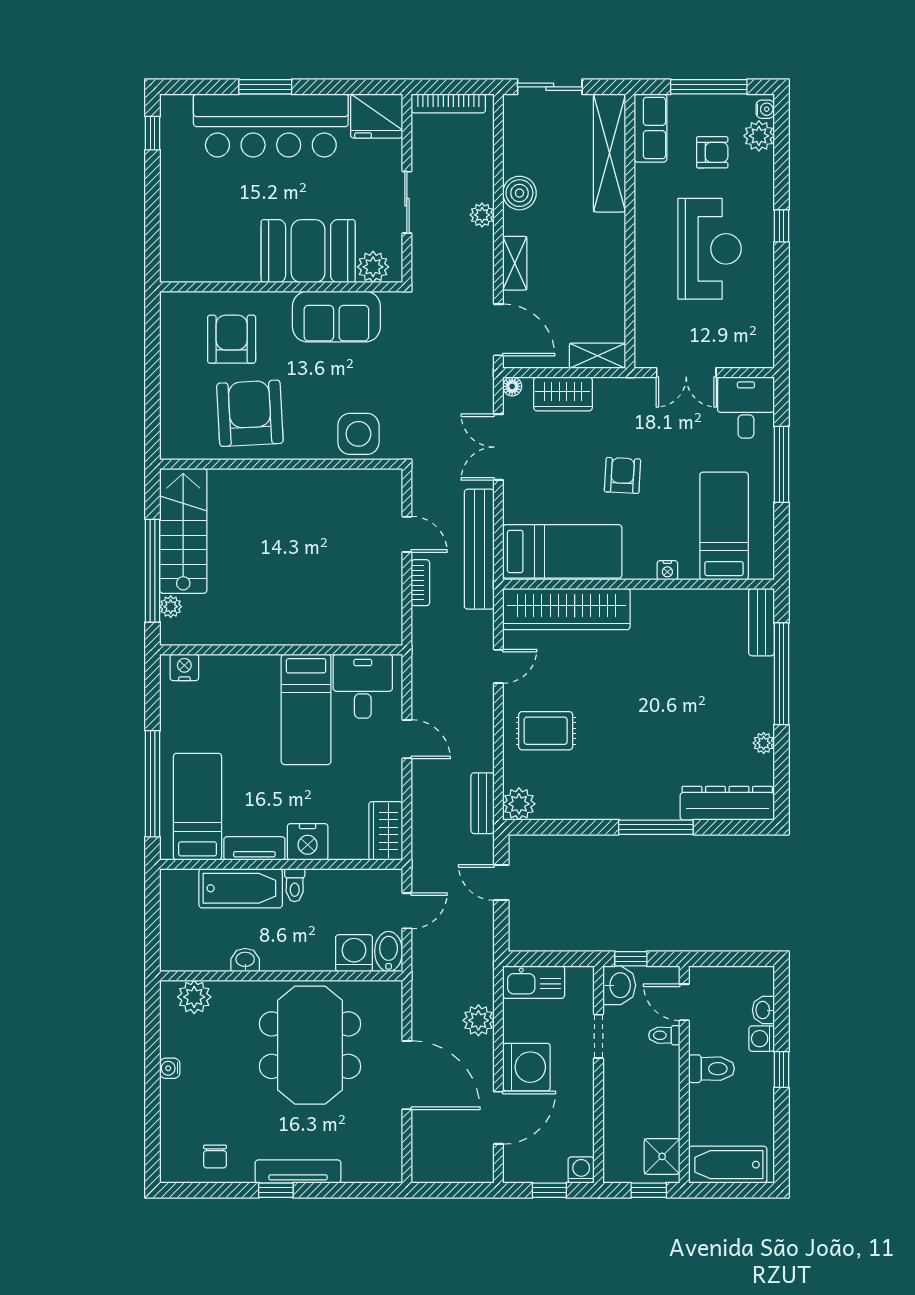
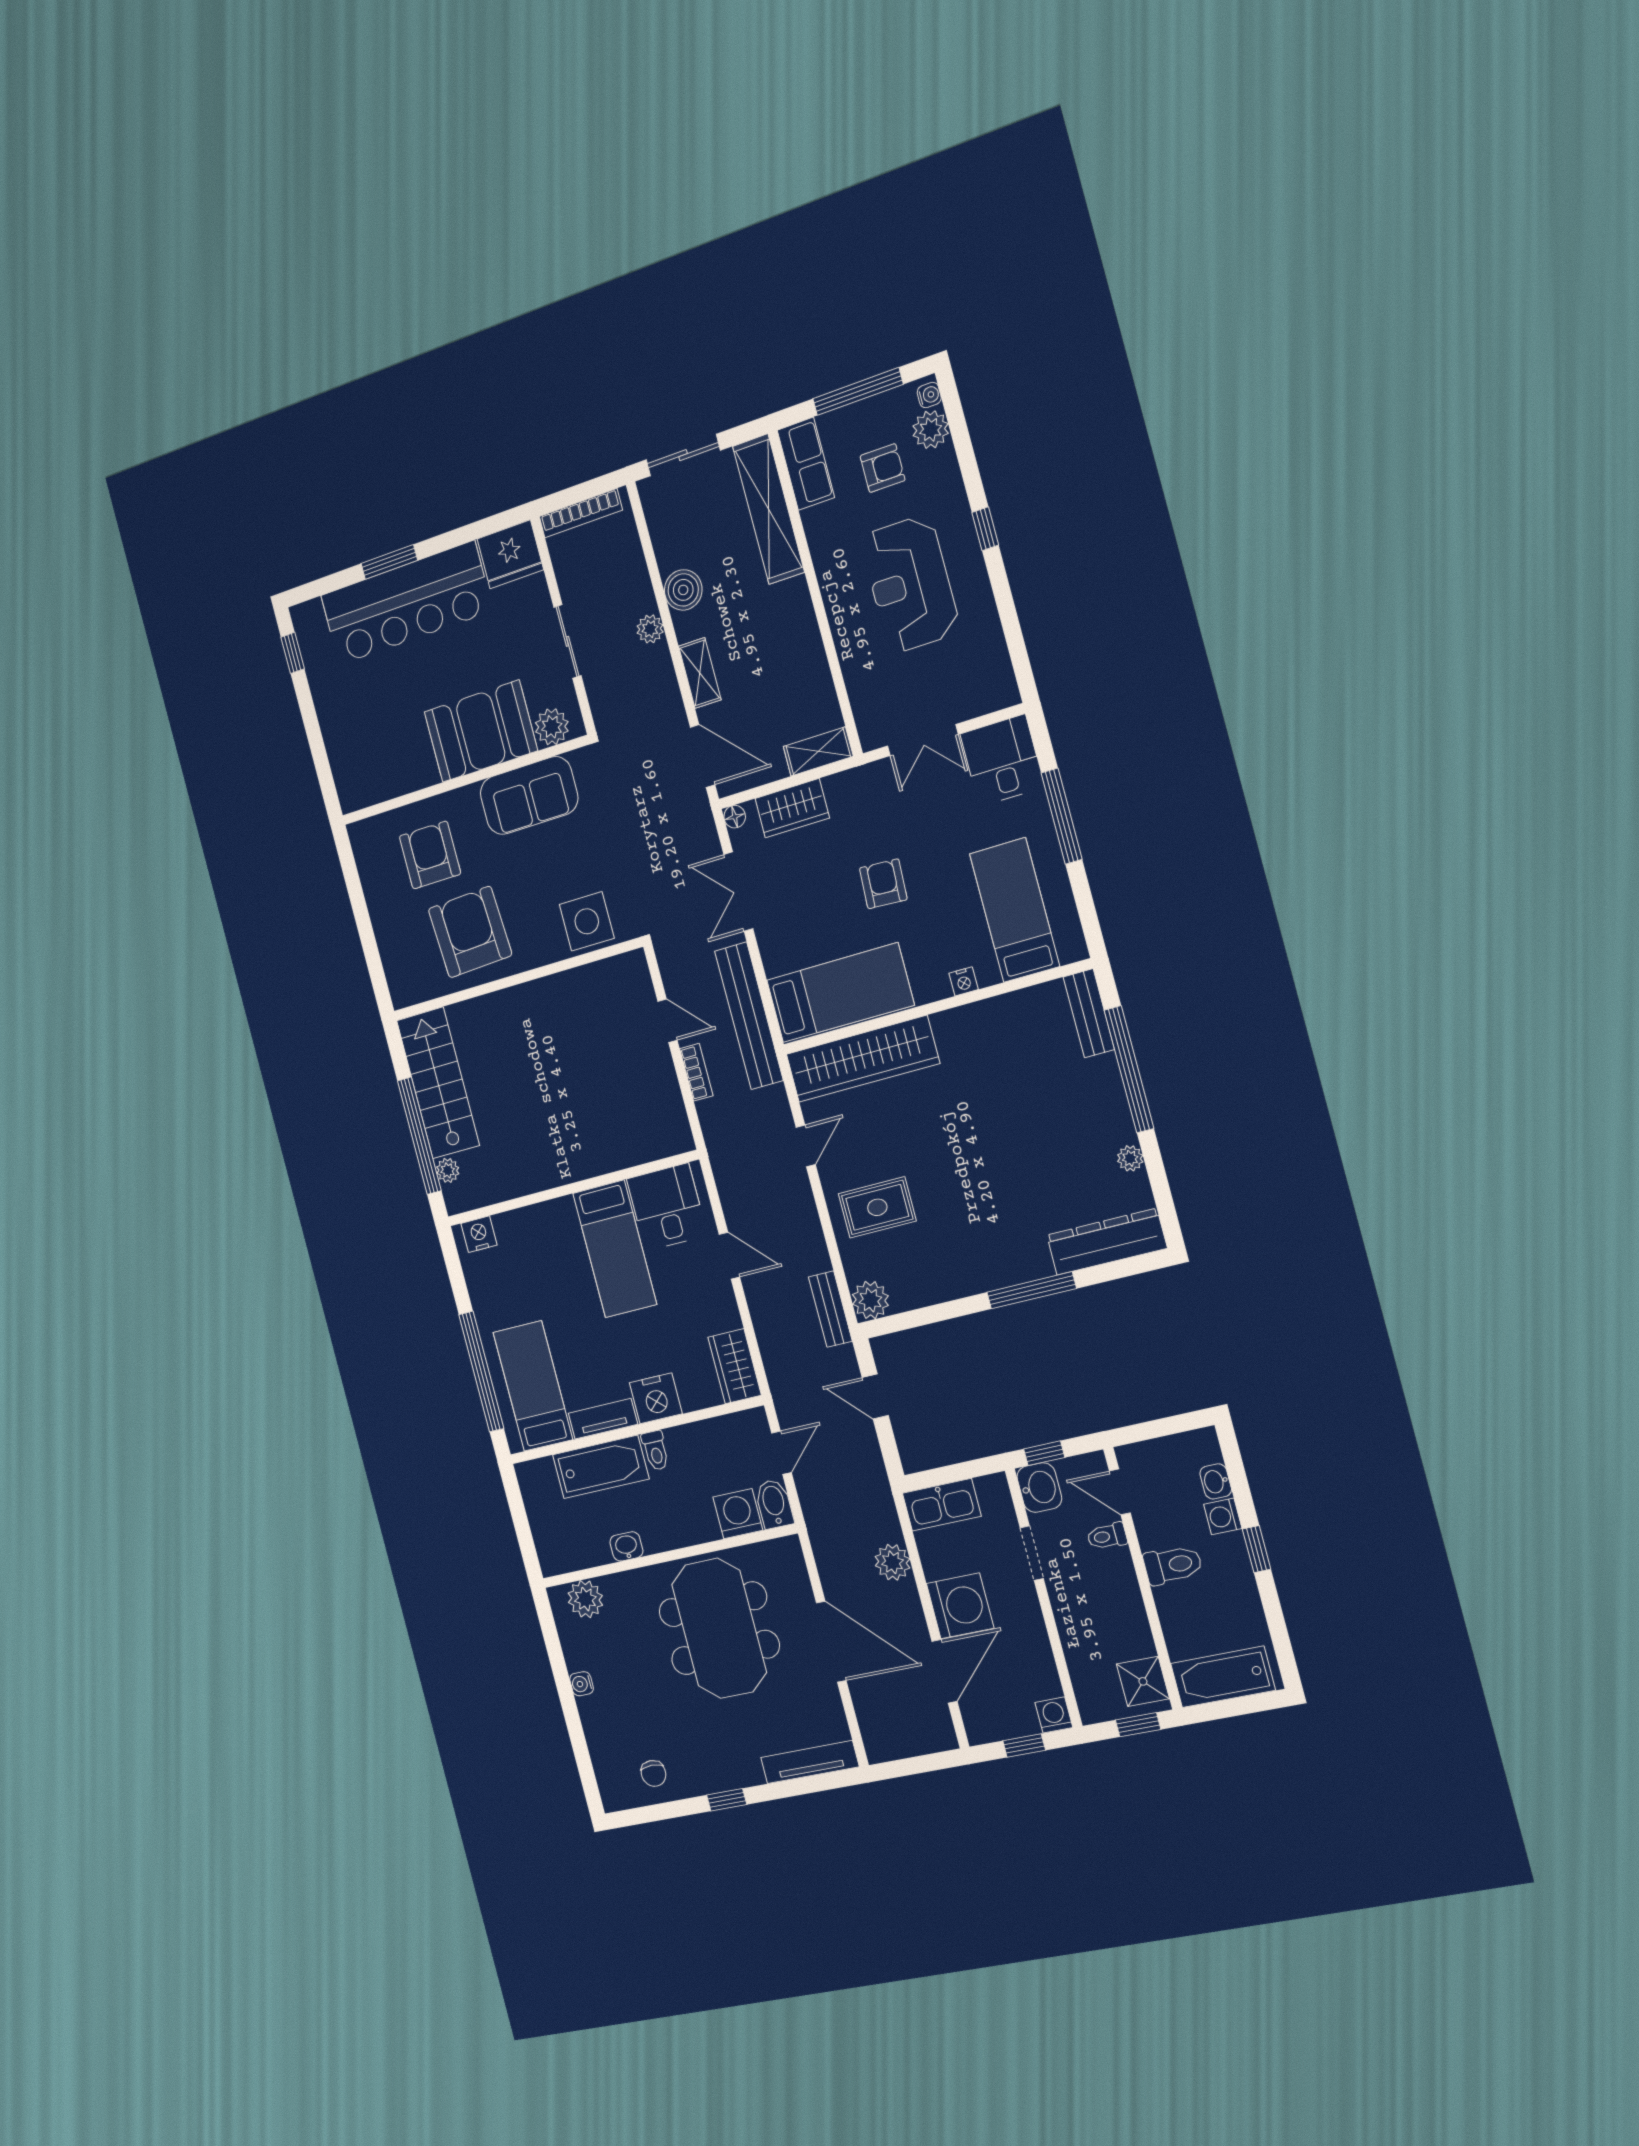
reception desk: (710, 249) -> (910, 584), turned 180
tv unit: (298, 1172) -> (810, 1762), moved

